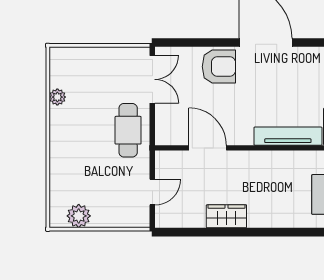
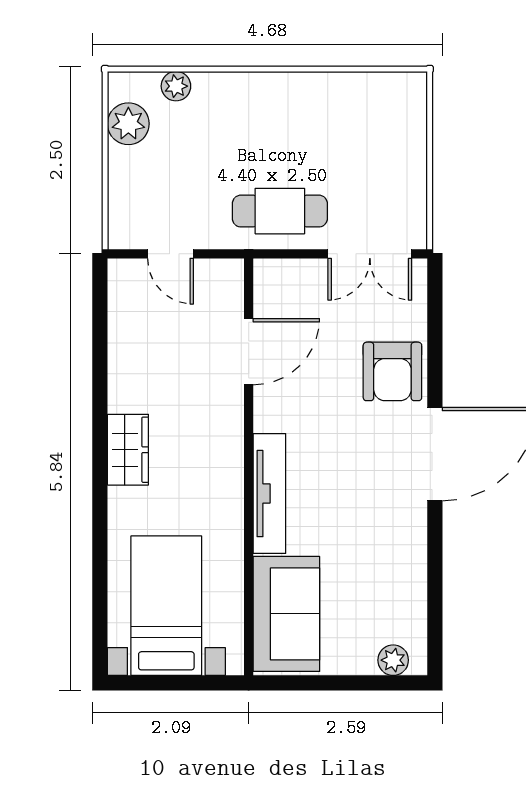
plant: (57, 97) -> (176, 86), moved
wardrobe: (226, 216) -> (128, 450), moved

